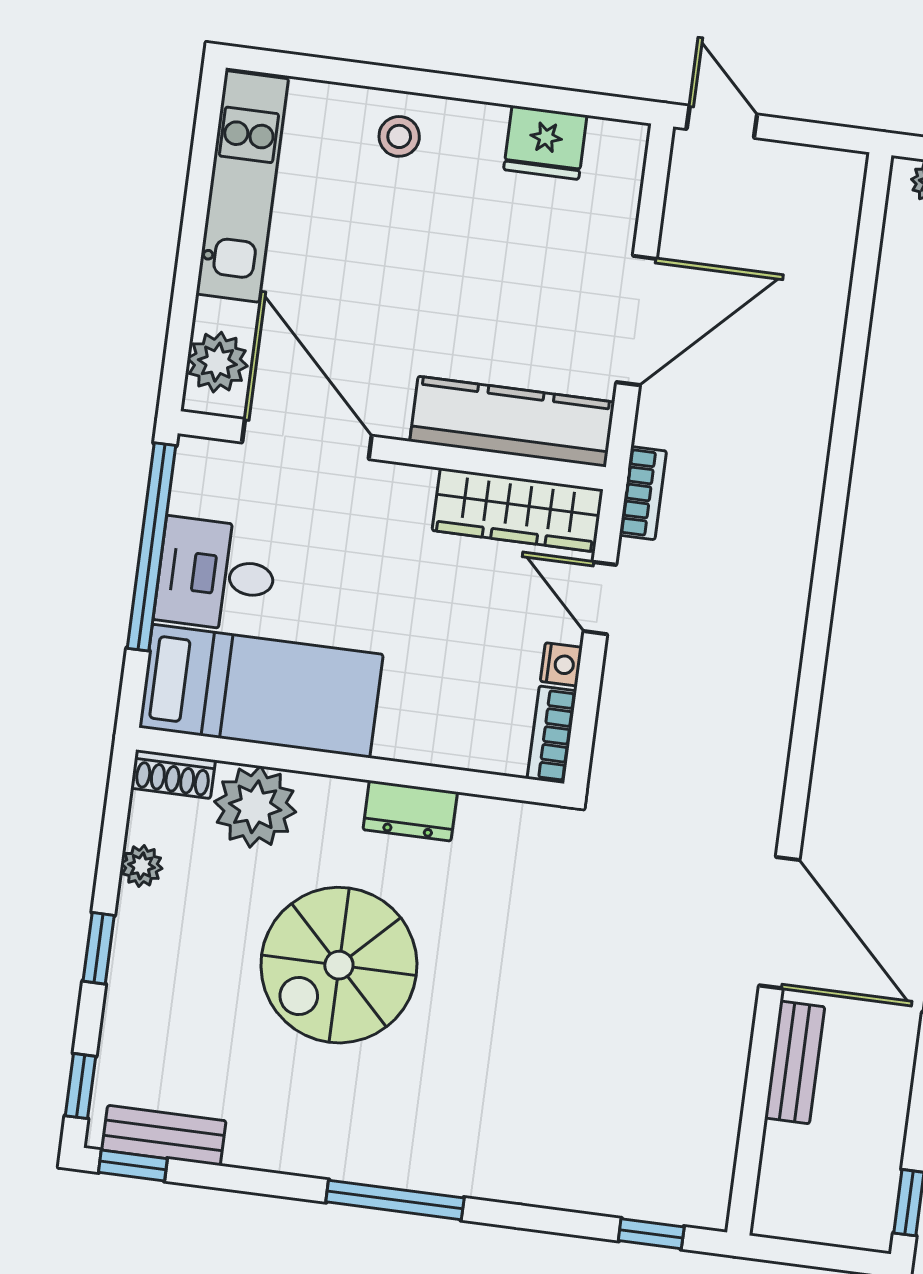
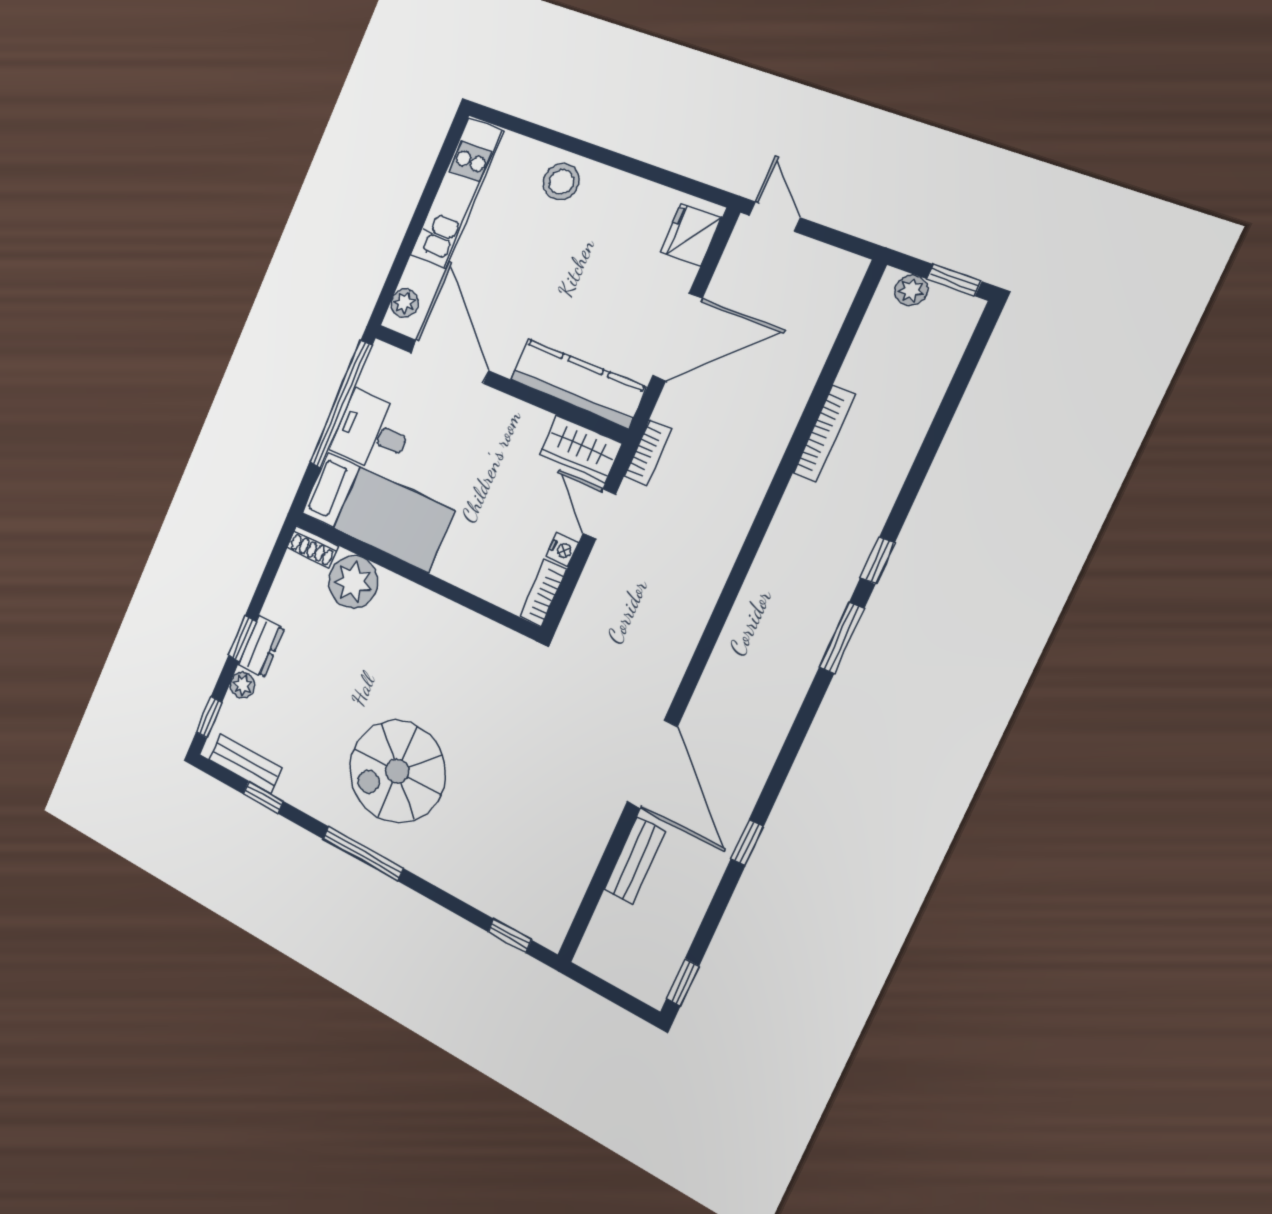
stool: (399, 136) -> (561, 182), width x1.37, depth x1.37
fridge: (545, 142) -> (691, 235), moved, turned 90
plant: (217, 362) -> (404, 303), width x0.73, depth x0.73
bookcase: (876, 403) -> (824, 434), added
wardrobe: (518, 510) -> (581, 449), width x0.67
dresser: (410, 811) -> (261, 647), moved, turned -90
plant: (142, 866) -> (242, 685), moved
spiral stairs: (339, 965) -> (397, 771), moved
window: (133, 1165) -> (263, 798), moved

